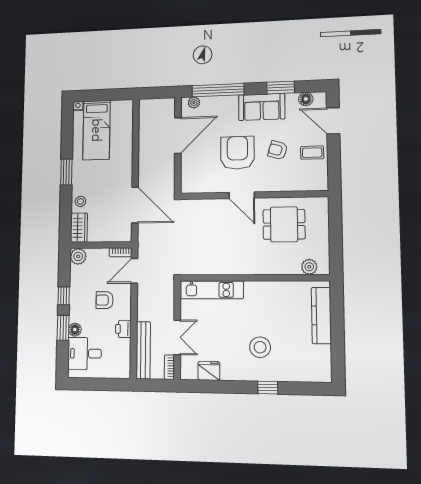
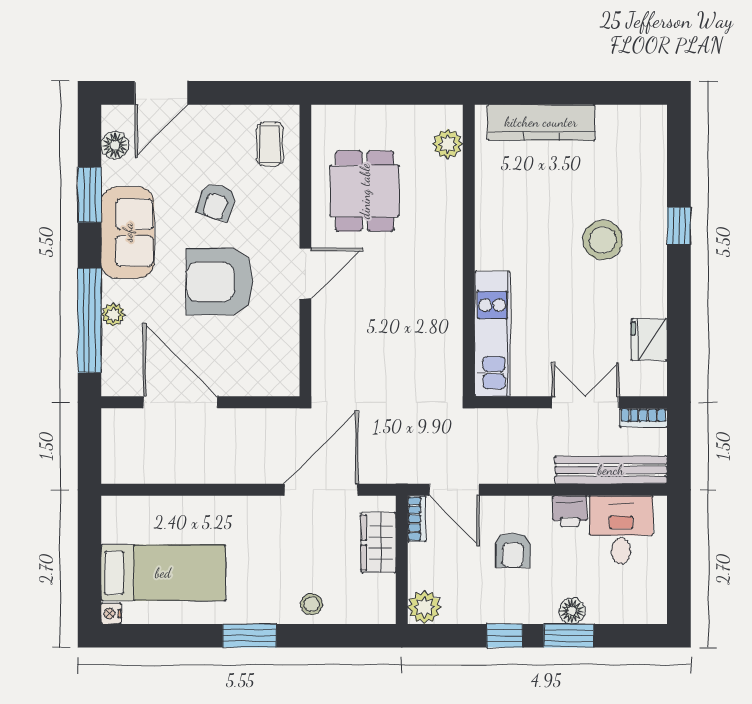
plant: (194, 103) -> (113, 315), moved
coffee table: (312, 153) -> (270, 144), moved
wardrobe: (79, 228) -> (378, 543), moved, turned -90
desk: (85, 353) -> (621, 530), moved, turned 180

